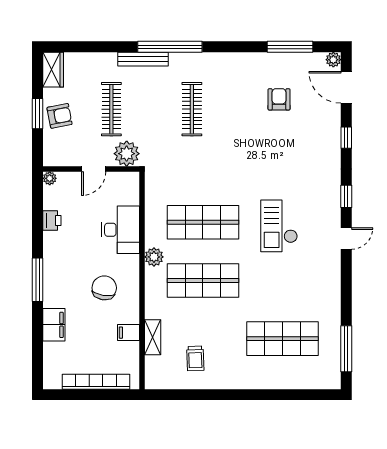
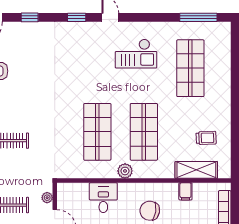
plant: (127, 154) -> (47, 198), width x0.53, depth x0.53
checkout: (279, 226) -> (136, 54), moved
desk: (120, 230) -> (103, 198), width x0.73
shelving: (153, 337) -> (196, 170), width x1.50, depth x1.33

